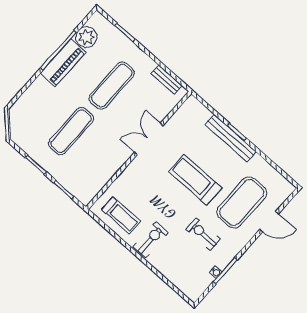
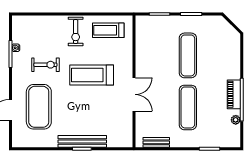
plant: (86, 37) -> (236, 120), width x0.53, depth x0.53
piano: (63, 63) -> (234, 94), width x0.73, depth x0.75
treadmill: (195, 180) -> (92, 75), moved, turned 180

